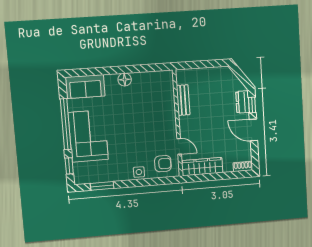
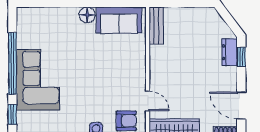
sofa: (85, 87) -> (119, 20), moved
bench: (183, 100) -> (156, 25), moved
door: (253, 130) -> (241, 106), moved

